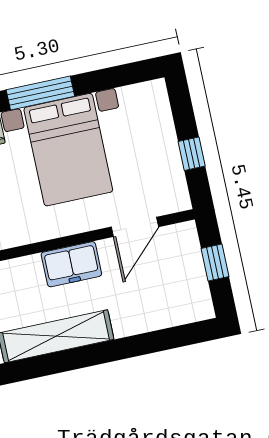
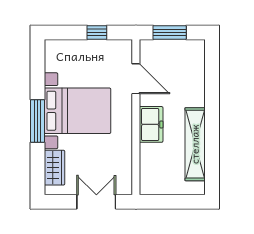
window: (215, 262) -> (170, 33), width x1.50

